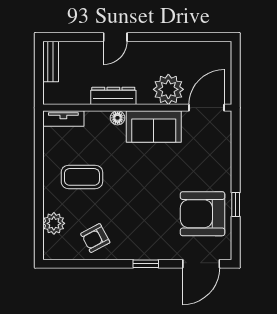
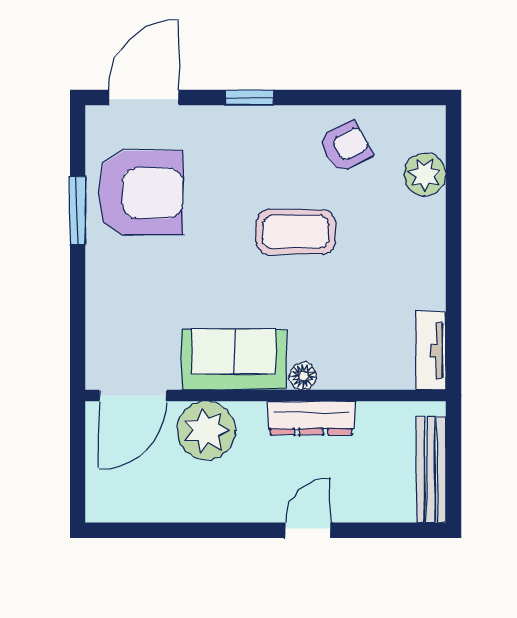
bench: (51, 61) -> (431, 470), width x1.36
tv unit: (63, 118) -> (431, 351), moved, turned -90
coffee table: (82, 177) -> (296, 232), moved
window: (236, 204) -> (78, 211), width x1.50

